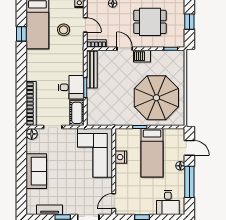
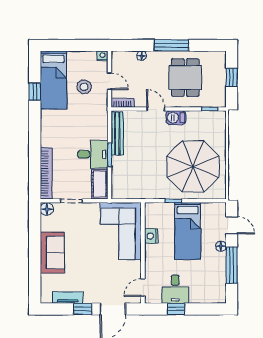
dining table: (150, 22) -> (185, 78), turned 90
desk: (168, 202) -> (175, 289), moved

